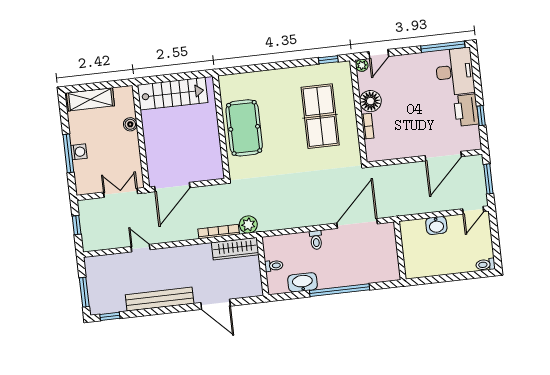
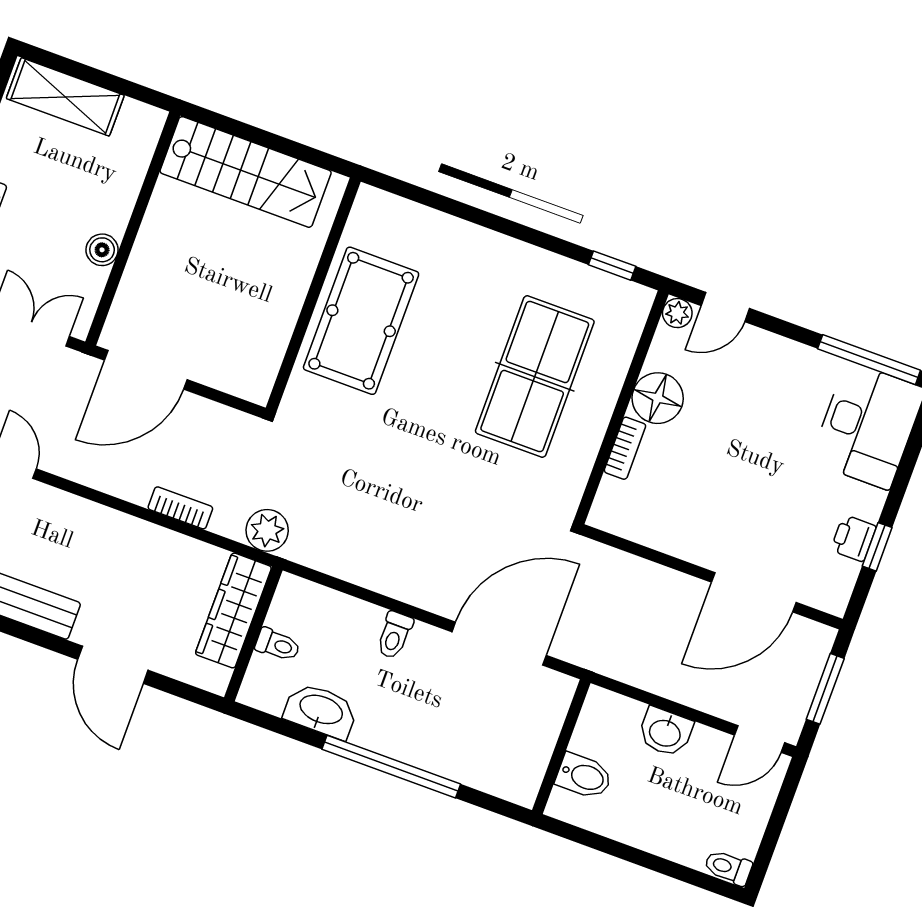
printer: (466, 110) -> (853, 538), width x0.53, depth x0.68
boiler: (130, 124) -> (102, 250), moved
bookcase: (219, 232) -> (180, 508), width x0.64
wardrobe: (235, 249) -> (233, 610), moved, turned 90
bidet: (414, 257) -> (584, 776), added

